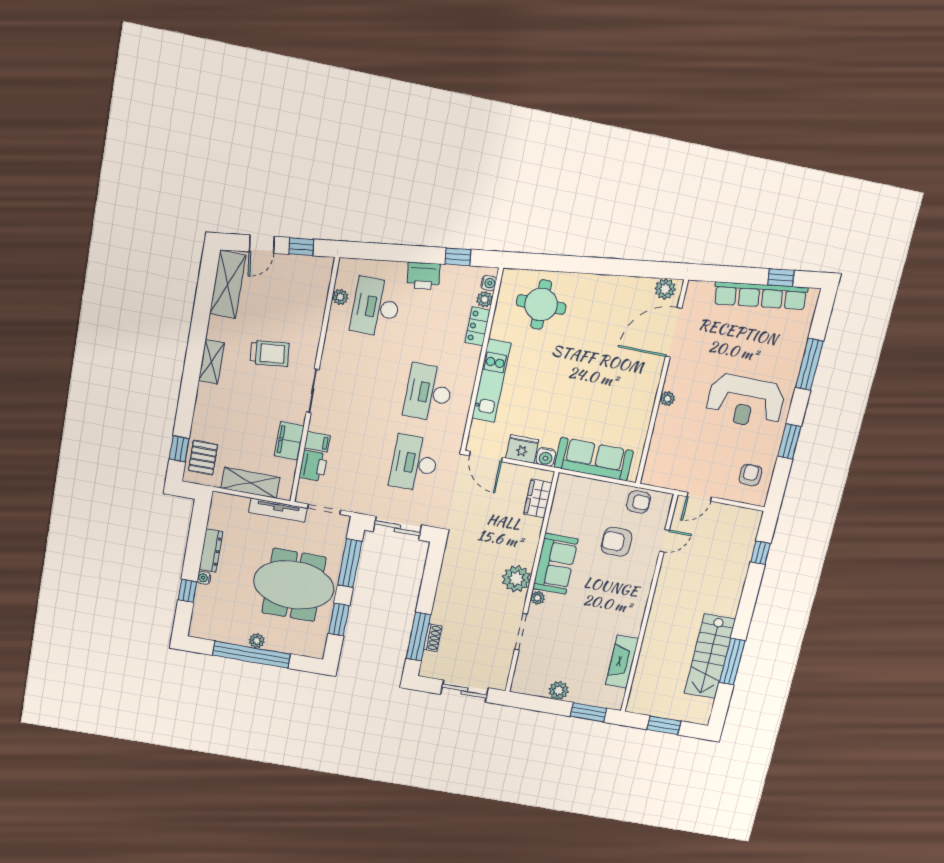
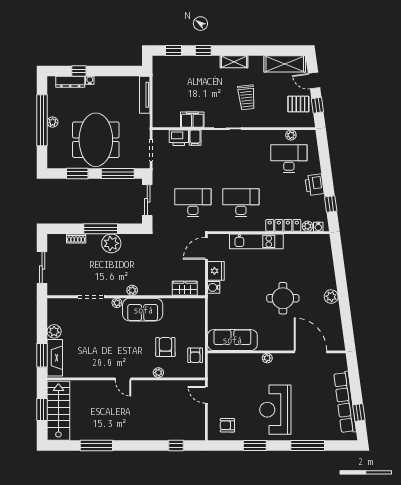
plant: (665, 289) -> (331, 297), moved
round table: (541, 304) -> (283, 298), moved
locker: (477, 326) -> (283, 225), width x1.53
window: (186, 405) -> (203, 50), added
pallet: (203, 458) -> (298, 104), moved
sofa: (594, 459) -> (232, 340), moved, turned -90
armchair: (750, 475) -> (227, 425), turned 180
shelving: (250, 483) -> (160, 100), removed
tv unit: (278, 510) -> (145, 95), moved
door: (664, 541) -> (123, 379), moved
dresser: (211, 551) -> (70, 82), moved
plant: (651, 558) -> (158, 373), added
plant: (516, 579) -> (132, 290), width x0.53, depth x0.53
plant: (450, 590) -> (111, 243), added
window: (418, 636) -> (101, 229), moved
stairs: (710, 656) -> (58, 411), moved, turned 90
fireplace: (622, 662) -> (55, 358), moved, turned 90

